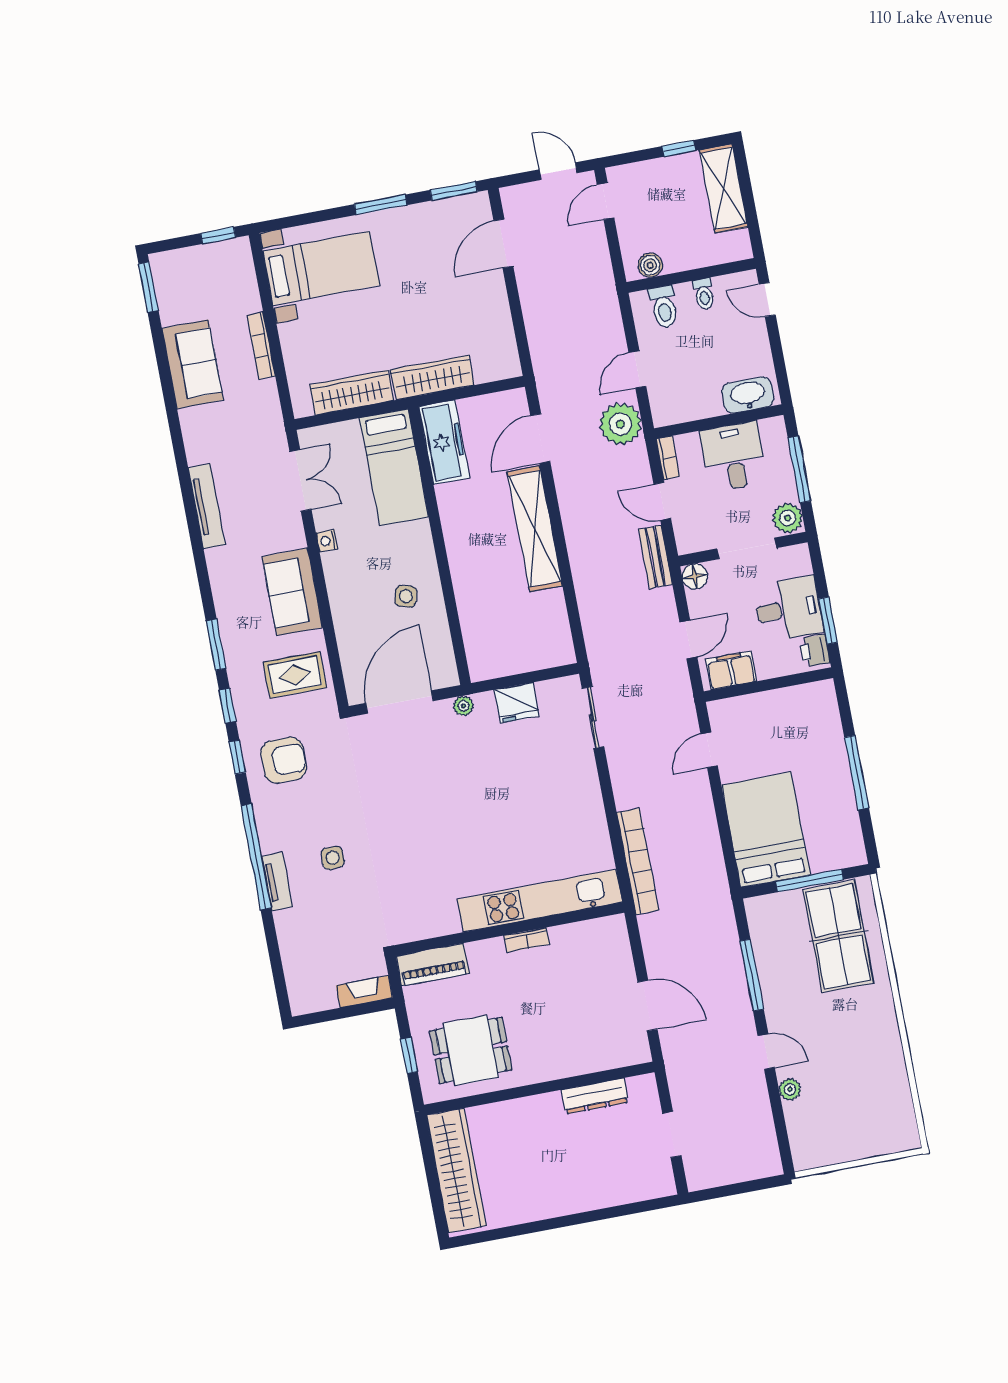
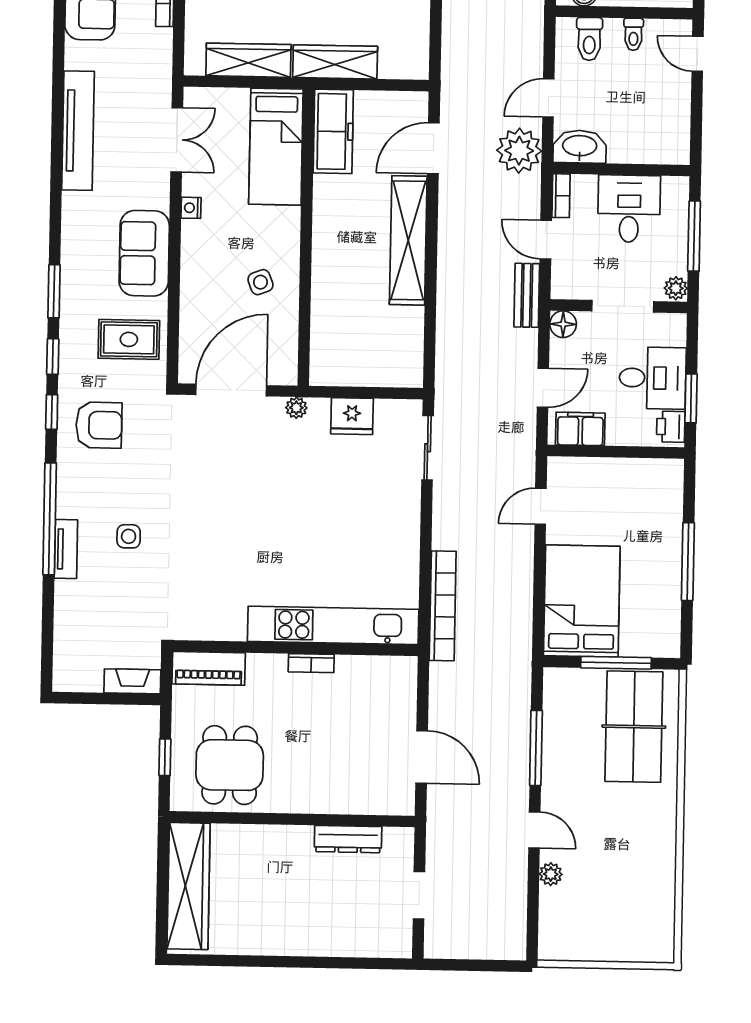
washbasin: (748, 395) -> (580, 147), moved
tv unit: (207, 506) -> (78, 131), width x1.36, depth x1.29
plant: (788, 518) -> (676, 288), width x0.73, depth x0.73
side table: (406, 596) -> (260, 282), turned -37
dining table: (471, 1050) -> (230, 765), turned 90

